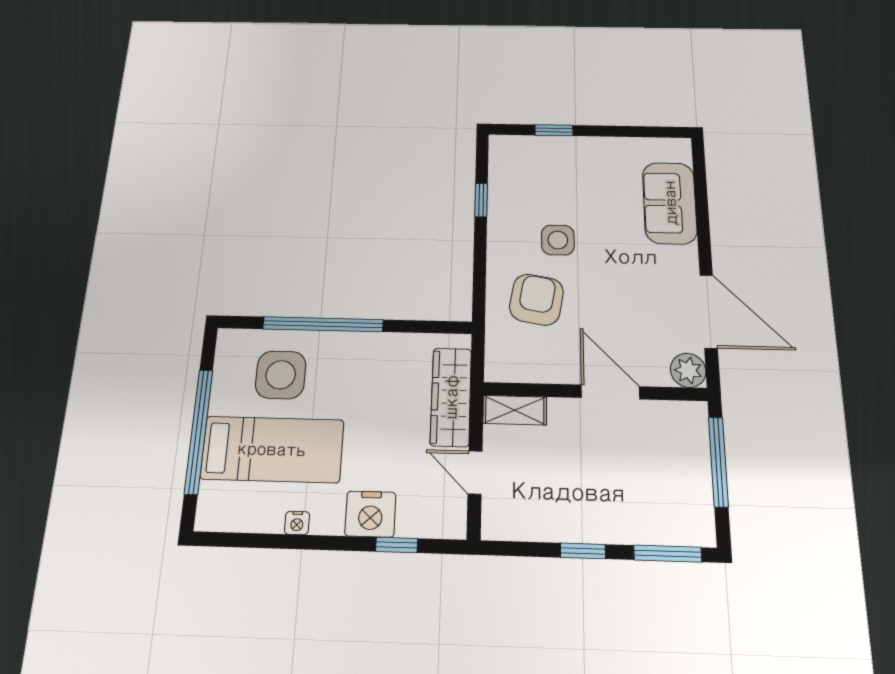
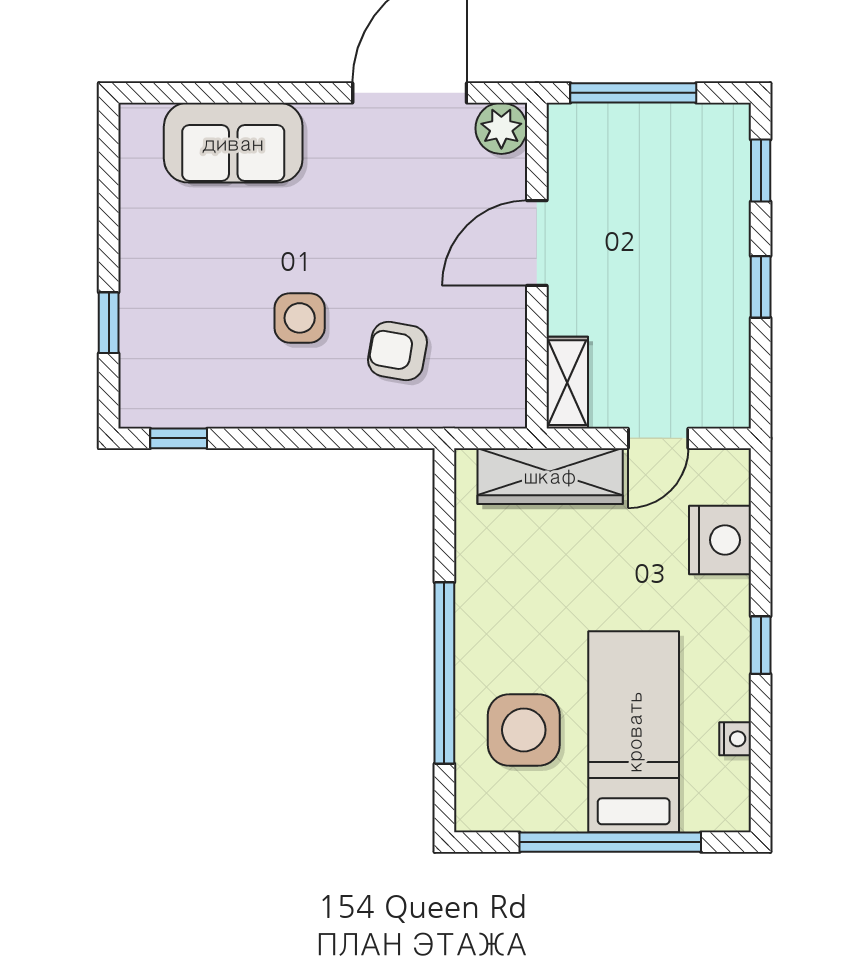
window: (481, 200) -> (179, 438), moved
armchair: (536, 300) -> (397, 351), width x0.72, depth x0.72
nightstand: (370, 514) -> (720, 540), moved
nightstand: (297, 523) -> (735, 739), moved
window: (397, 545) -> (761, 645), moved
window: (668, 554) -> (761, 171), width x0.67

